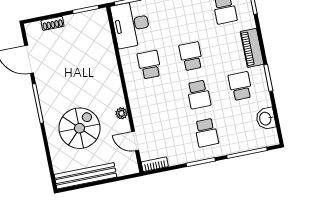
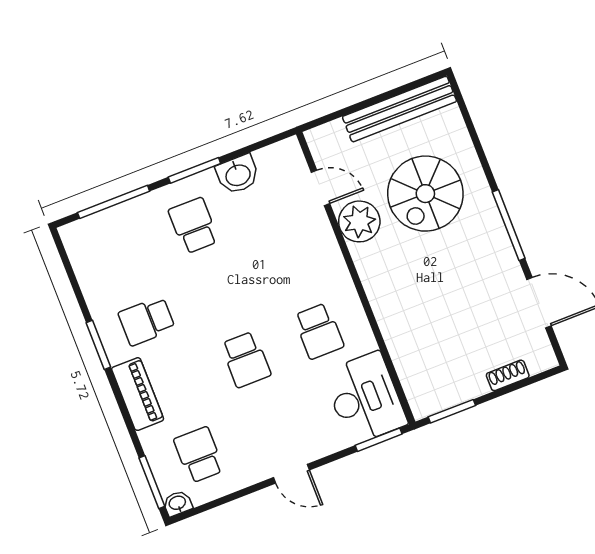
school desk: (240, 86) -> (147, 321), turned 90
school desk: (199, 94) -> (220, 293), removed
plant: (121, 113) -> (359, 221), width x1.88, depth x1.88
washbasin: (266, 119) -> (238, 174), moved, turned 90
bookcase: (155, 164) -> (277, 152), removed

